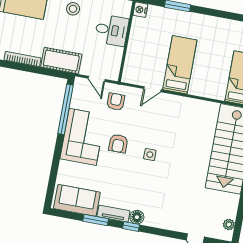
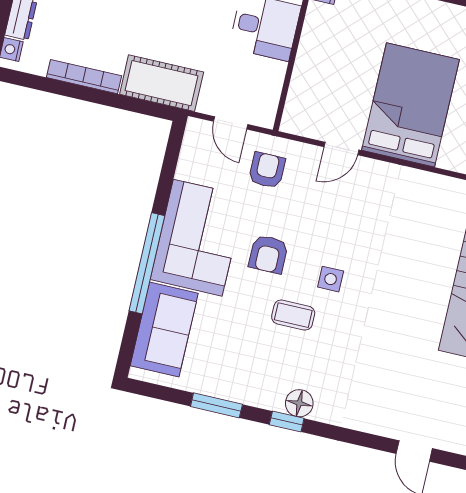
bed: (180, 65) -> (410, 105), width x1.50
window: (66, 109) -> (147, 263), moved
coffee table: (132, 173) -> (293, 315), added
sofa: (77, 200) -> (164, 329), moved, turned 90
tv unit: (113, 214) -> (253, 394), removed

